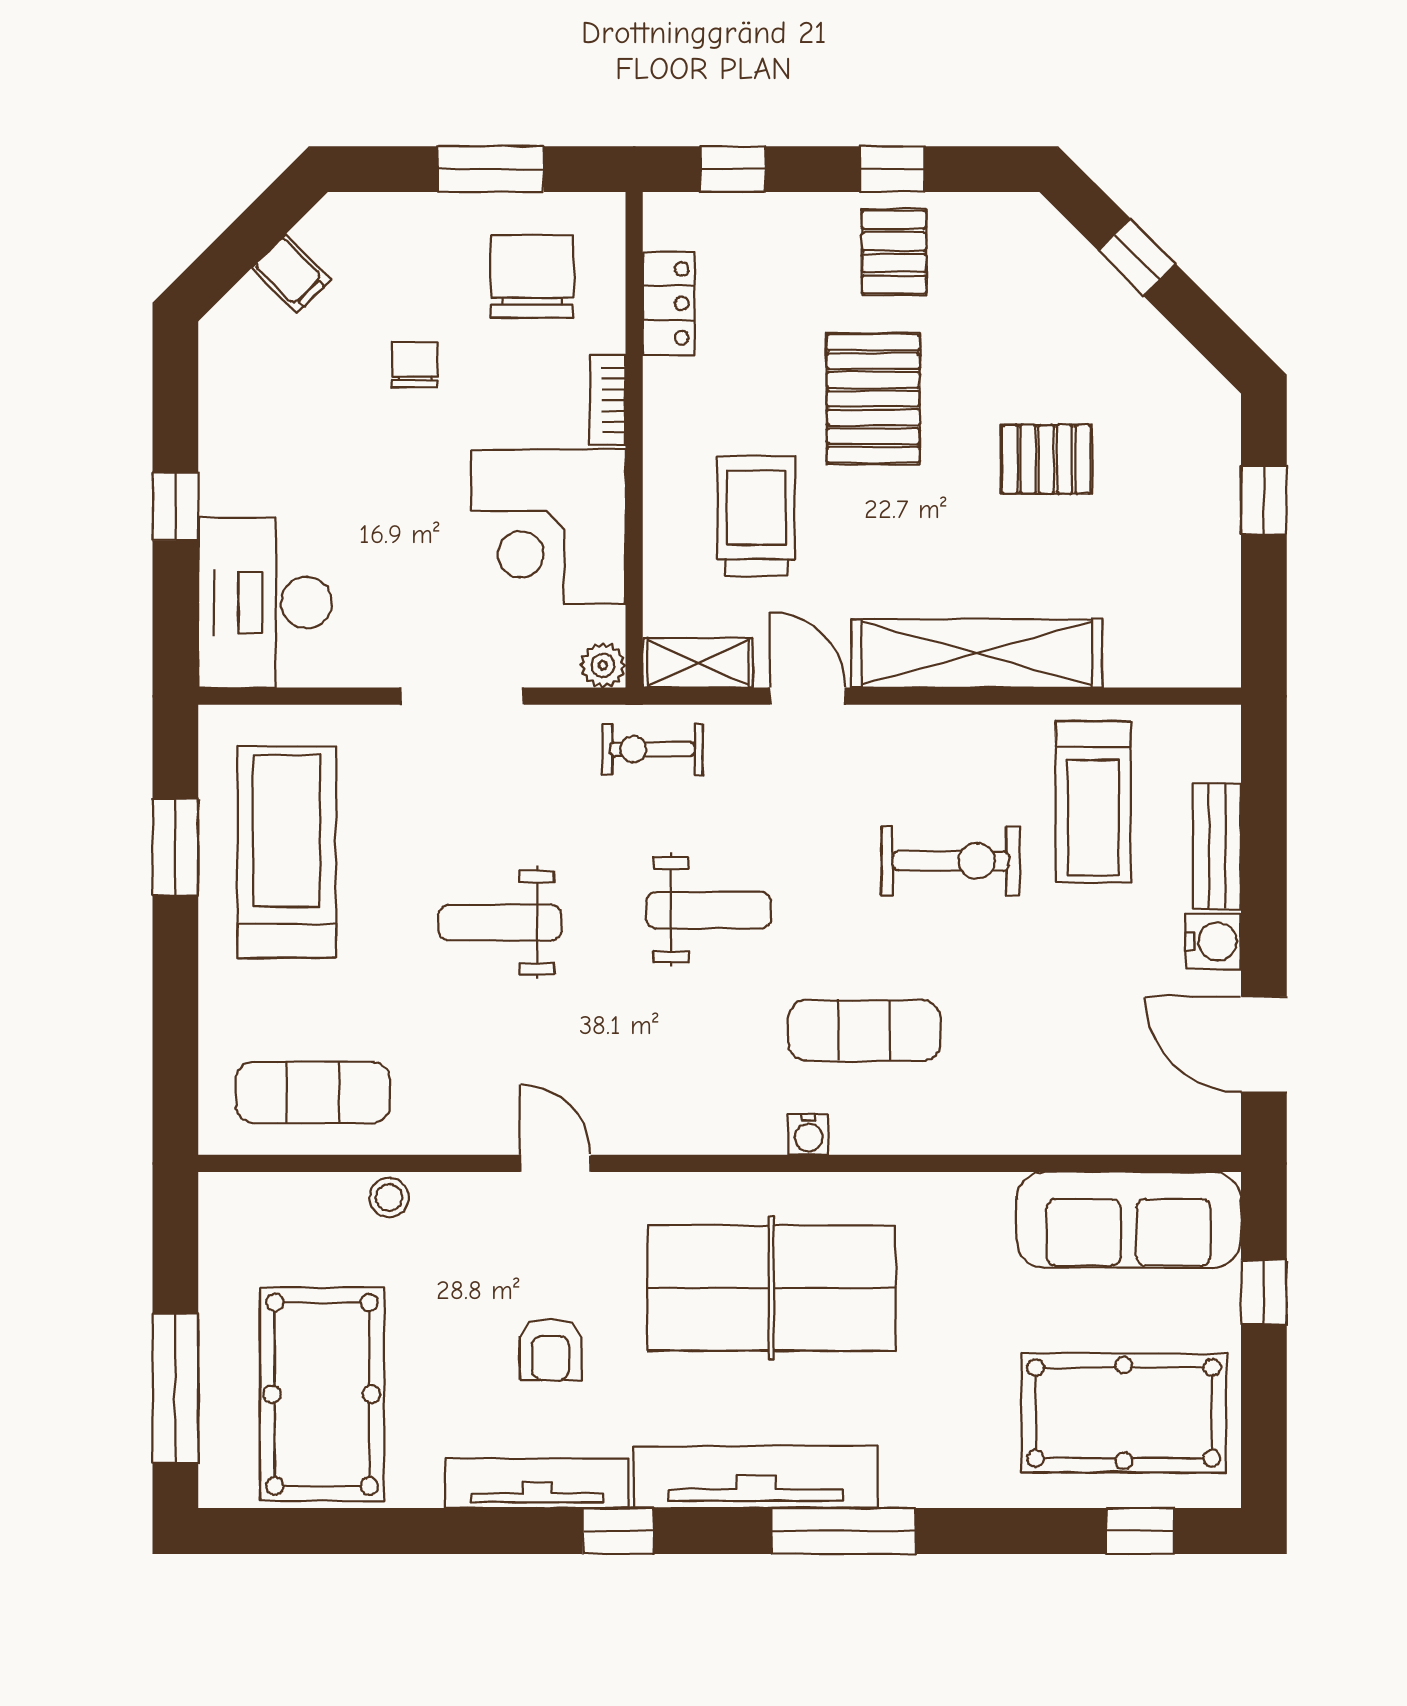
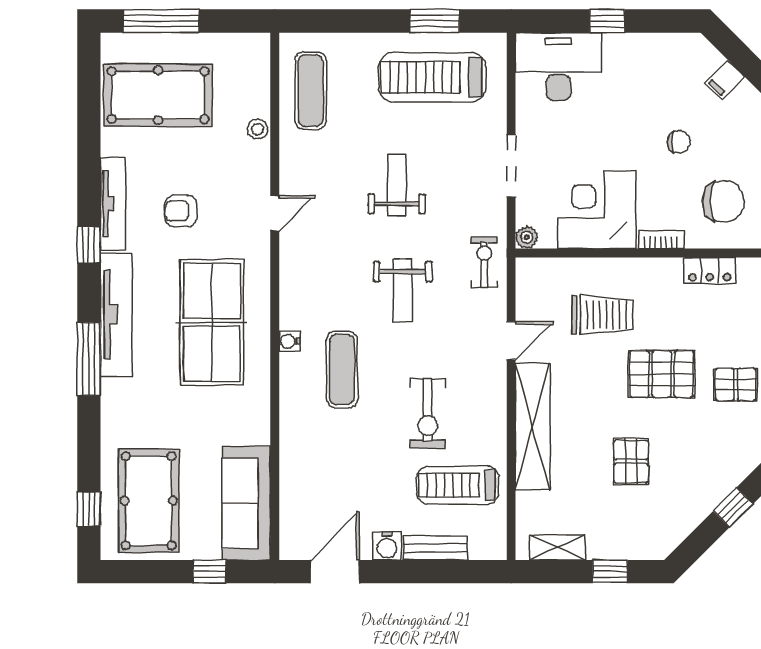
shelving: (698, 663) -> (557, 547), moved, turned 90
treadmill: (287, 852) -> (432, 77), turned 180

